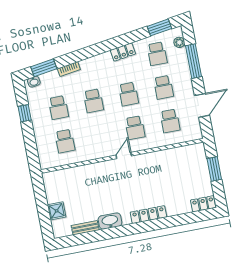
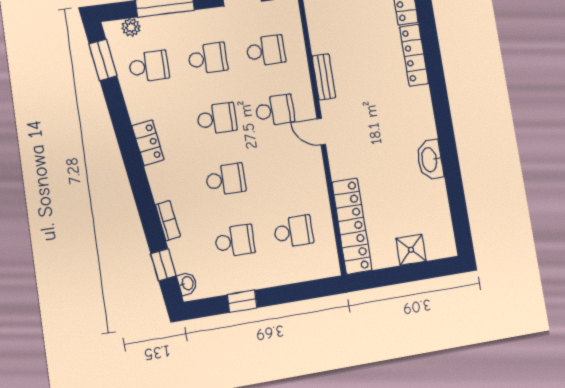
locker: (123, 52) -> (148, 143), moved
window: (44, 68) -> (163, 265), width x0.67
locker: (69, 175) -> (352, 226), added
locker: (148, 215) -> (414, 55), moved
bench: (85, 228) -> (324, 77), moved

